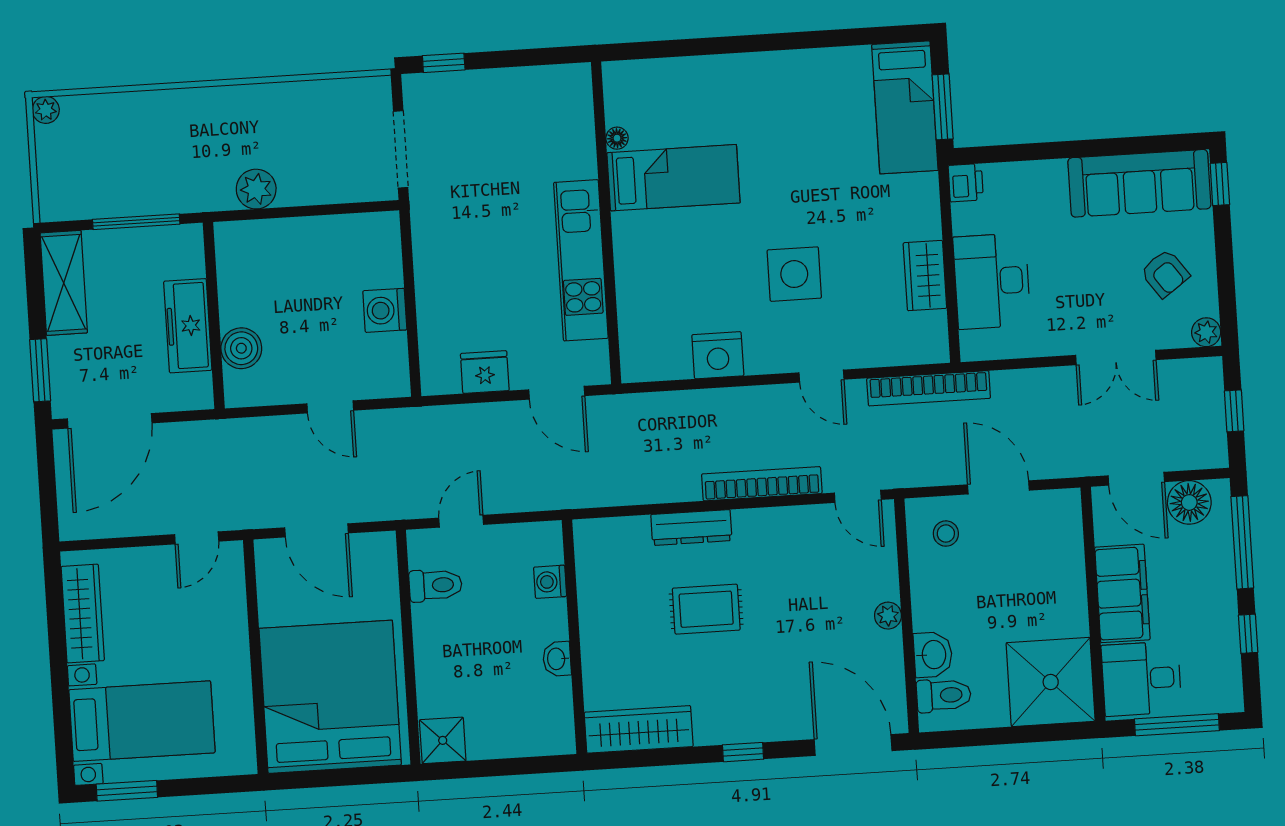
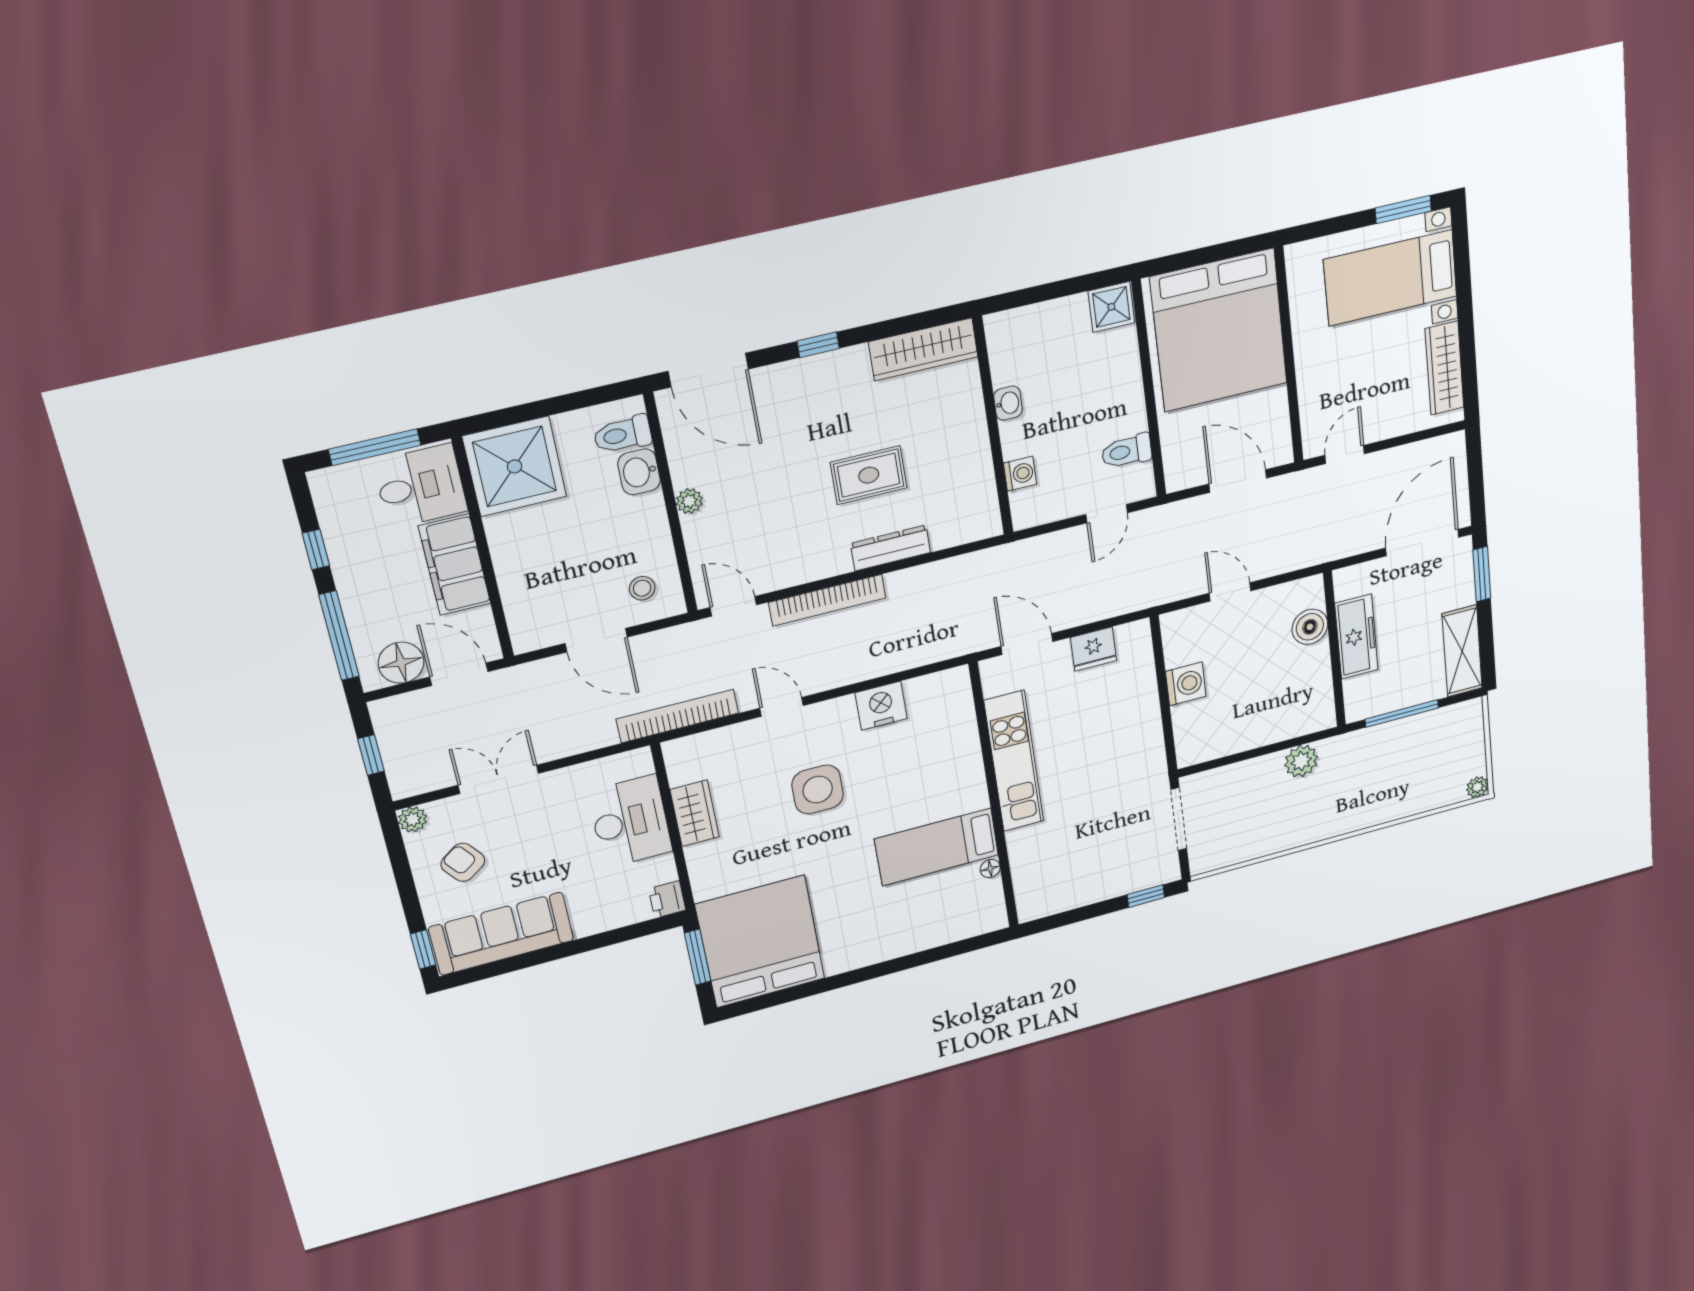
bed: (905, 107) -> (760, 942), width x2.04

